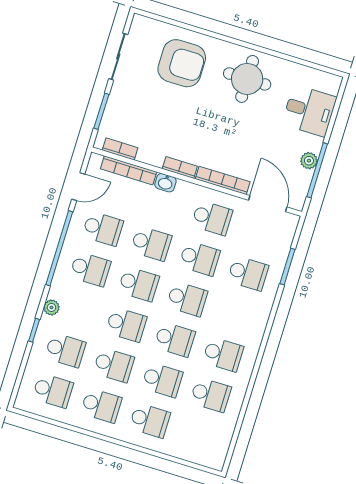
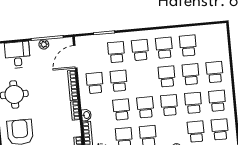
school desk: (187, 299) -> (140, 50), moved

